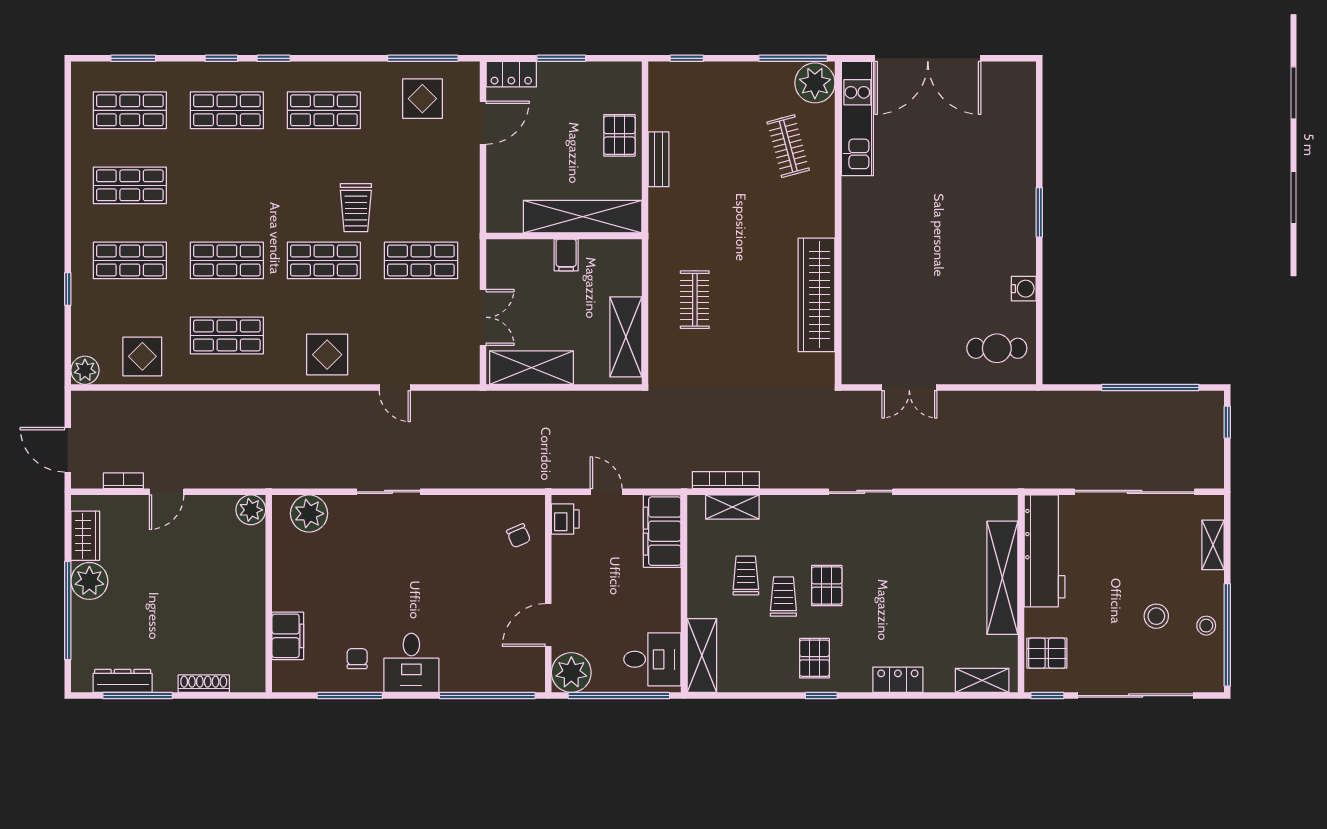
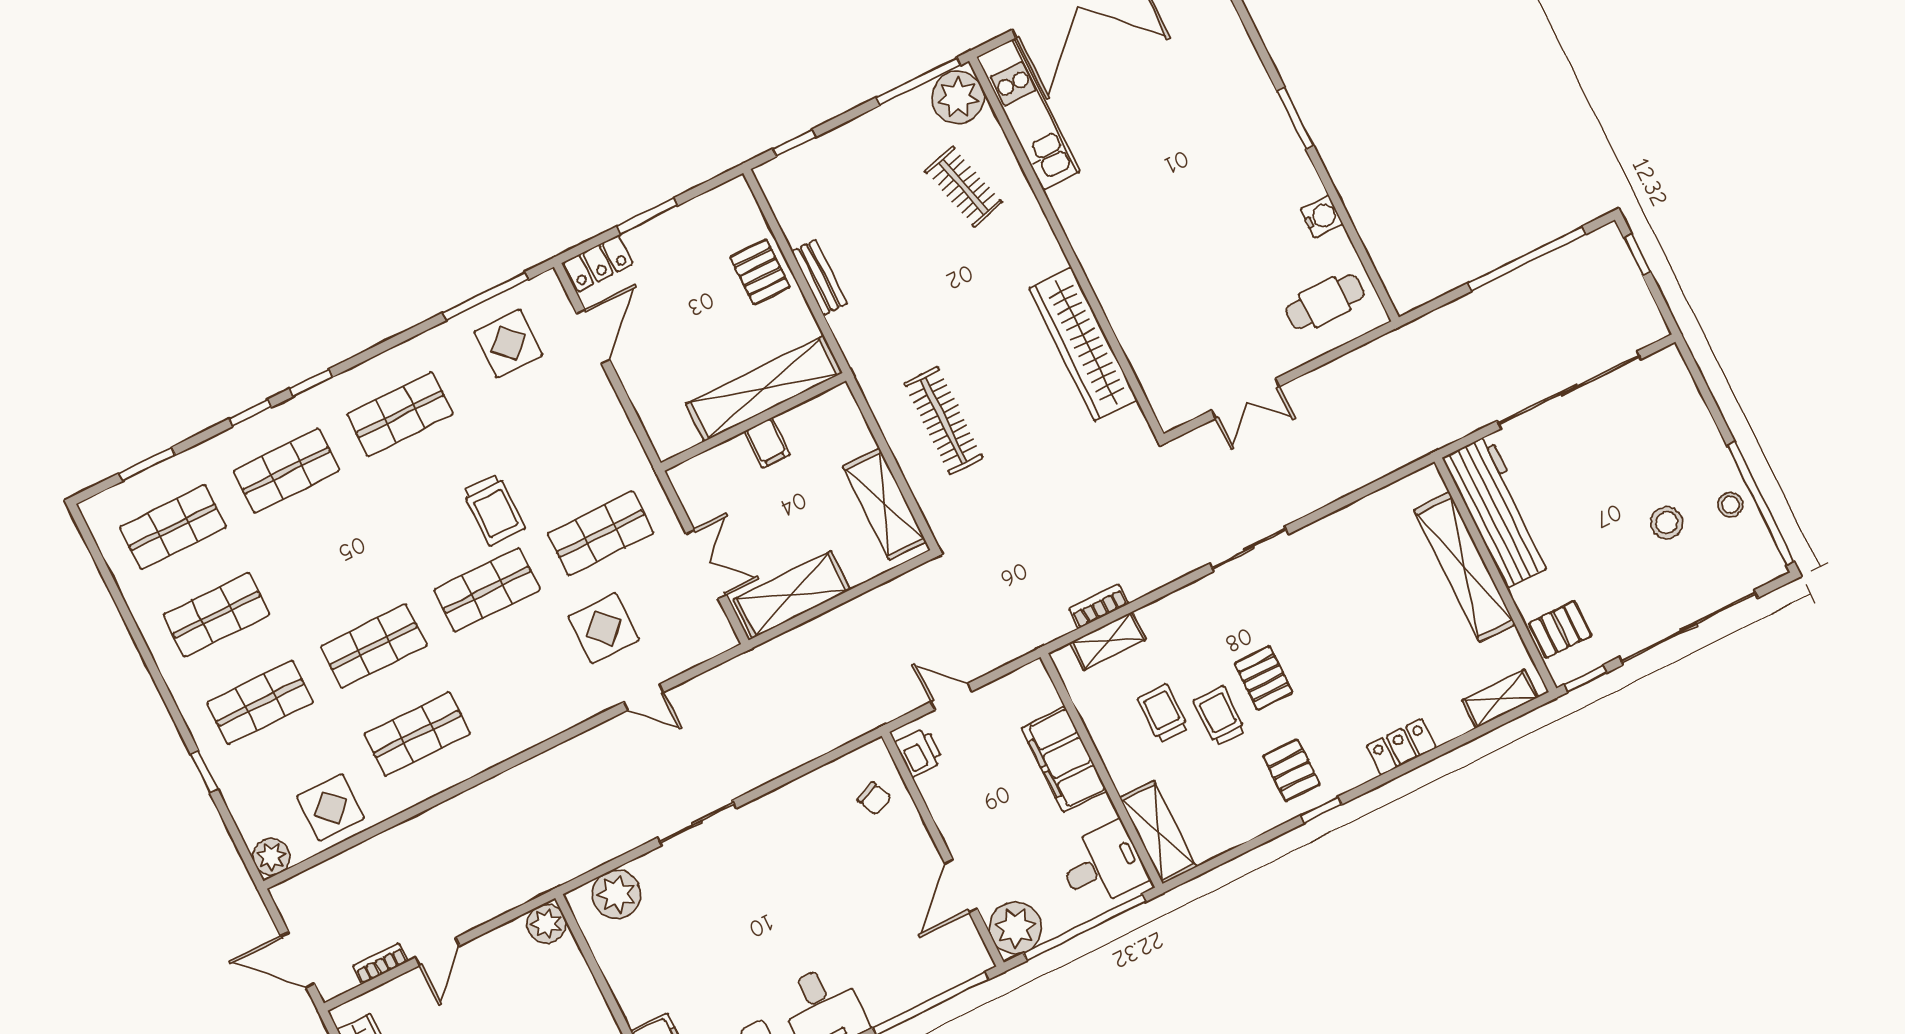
clothes rail: (695, 300) -> (944, 420), width x1.36
display table: (327, 355) -> (604, 628), moved
bookcase: (726, 480) -> (1099, 606), width x0.64
filing cabinet: (662, 531) -> (1064, 759), moved
shelving: (1213, 545) -> (1691, 406), removed

